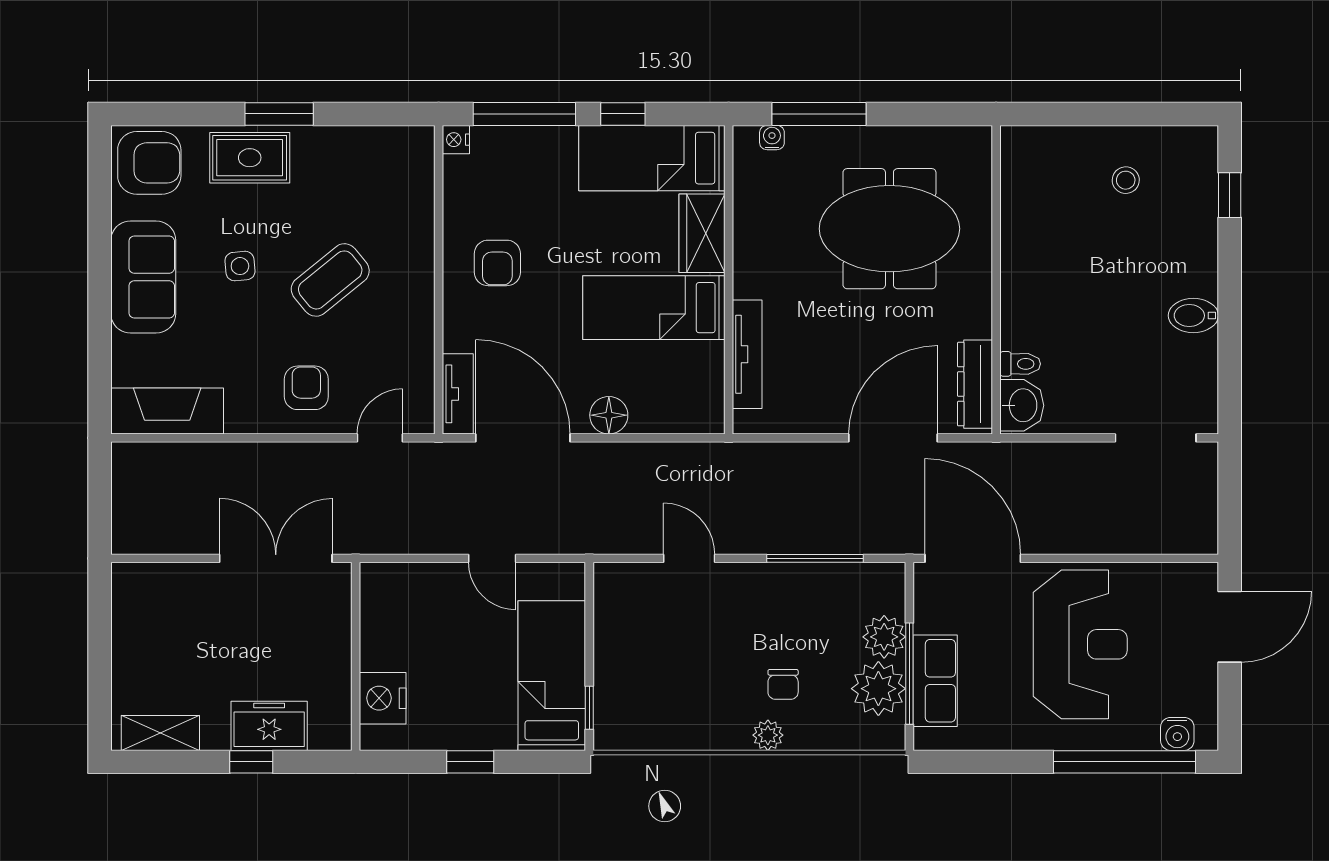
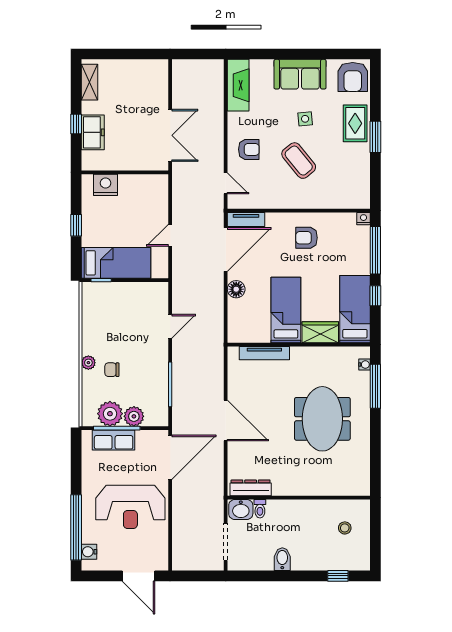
wall: (996, 280) -> (299, 498), moved
toilet: (1020, 364) -> (260, 509), moved
dresser: (975, 384) -> (251, 488), moved
washbasin: (1022, 405) -> (241, 509), moved

